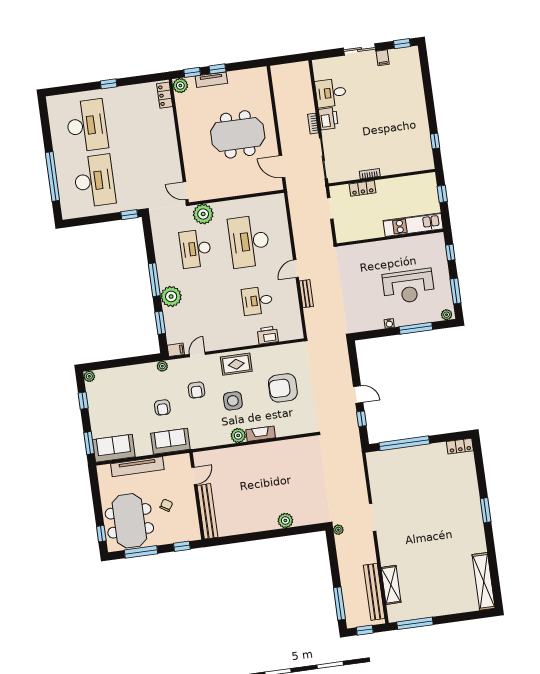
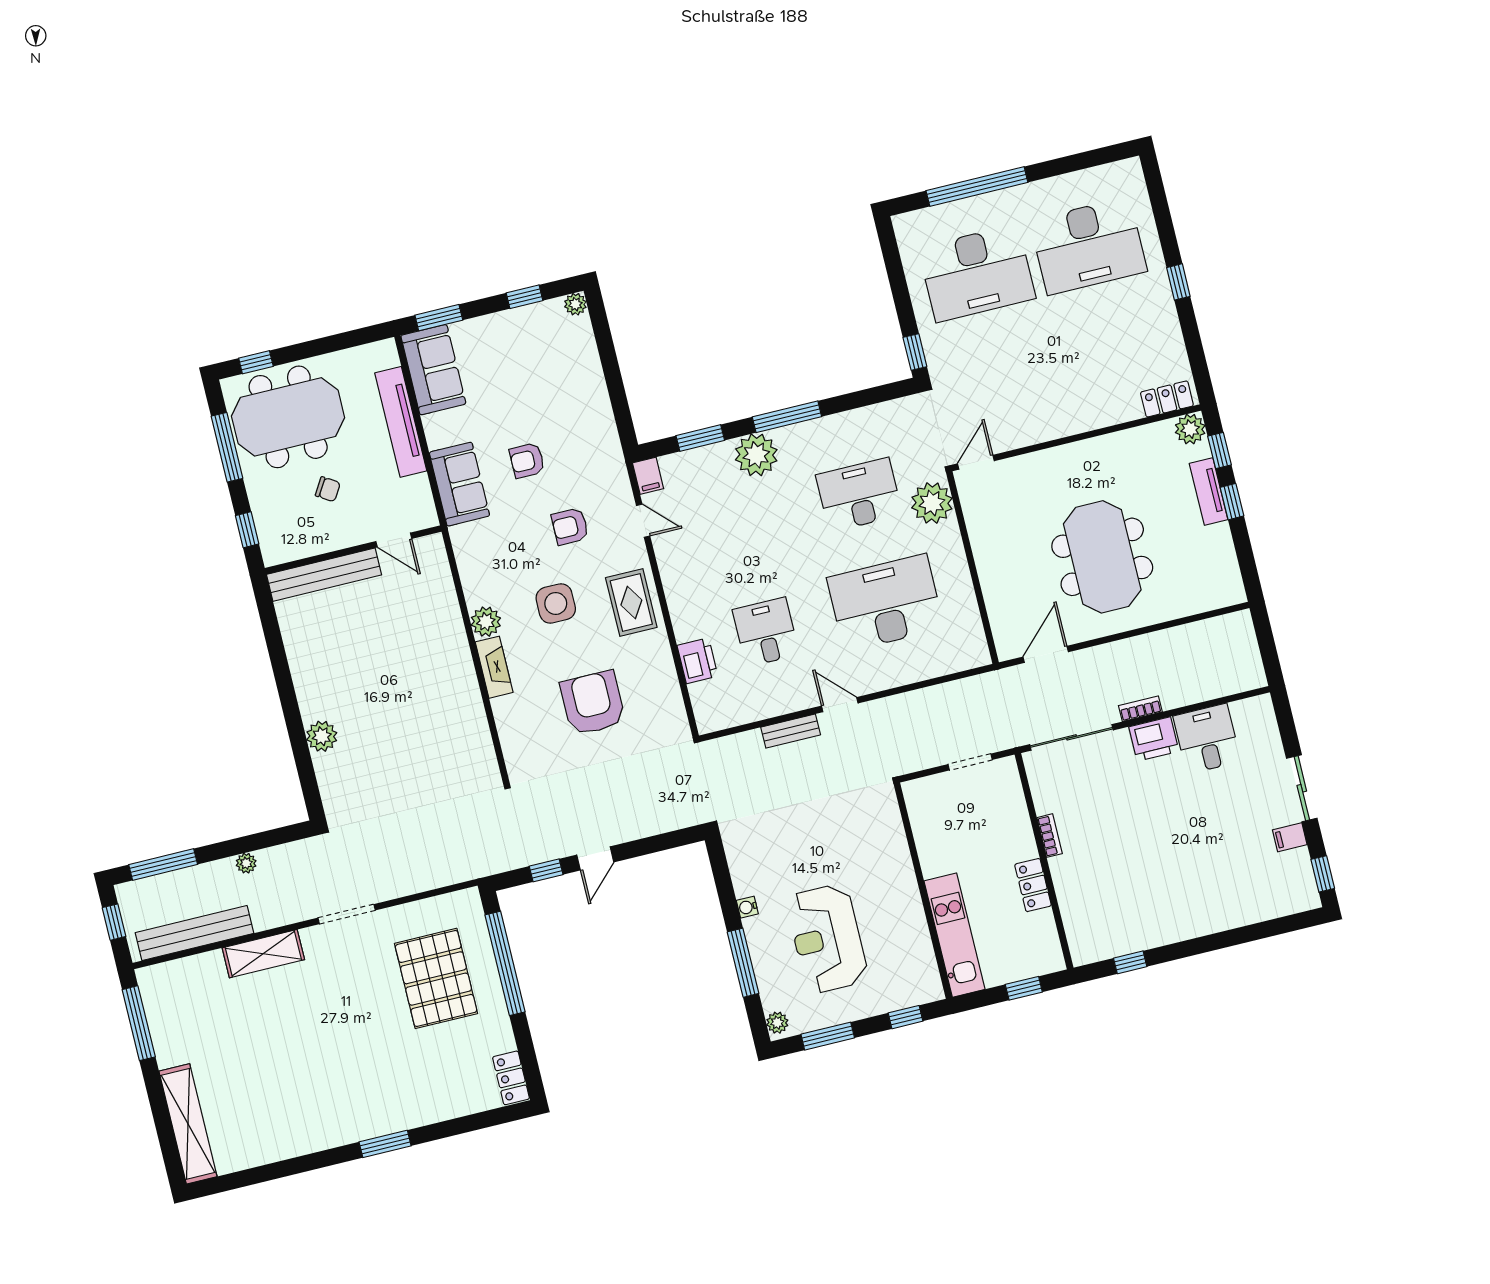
locker: (362, 188) -> (1033, 885), moved
plant: (162, 366) -> (612, 452), removed
pallet: (408, 477) -> (436, 978), added
plant: (338, 530) -> (246, 863), moved
shelving: (484, 581) -> (188, 1124), moved, turned 90
shelving: (391, 585) -> (263, 954), moved

